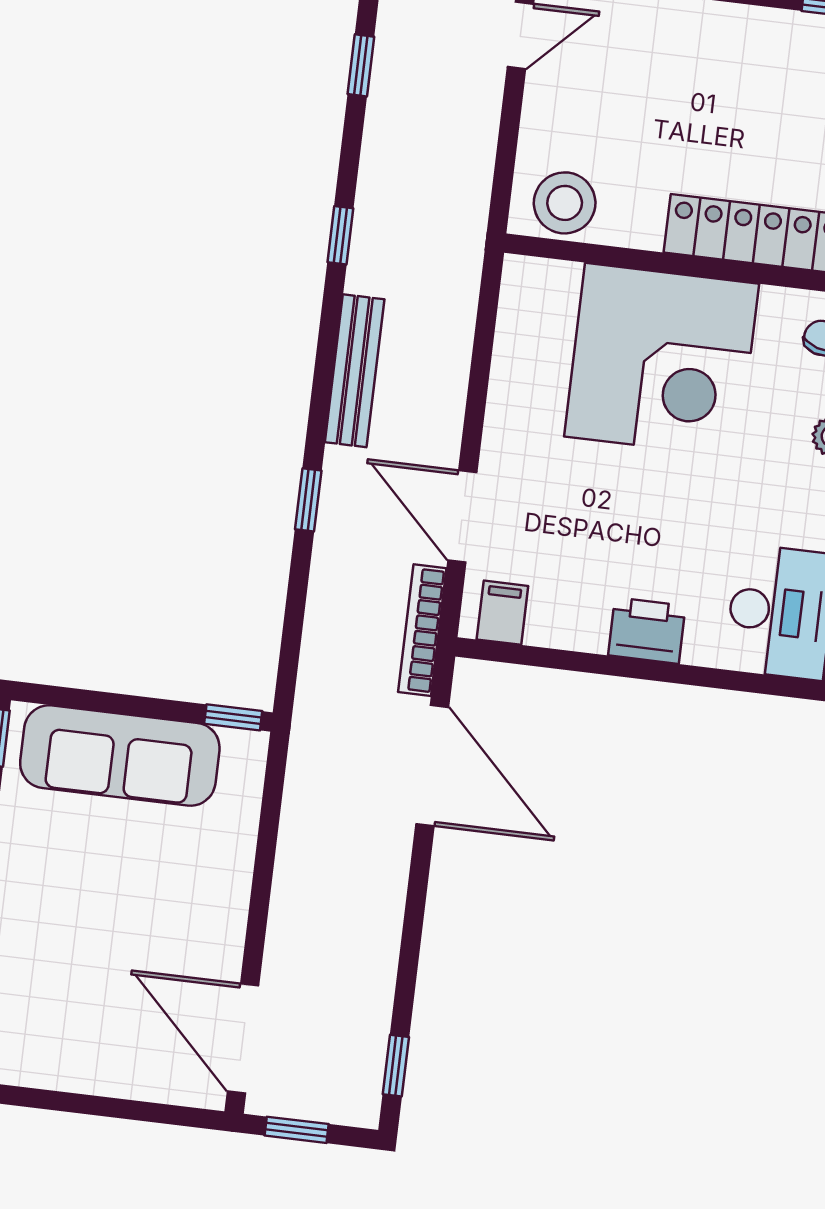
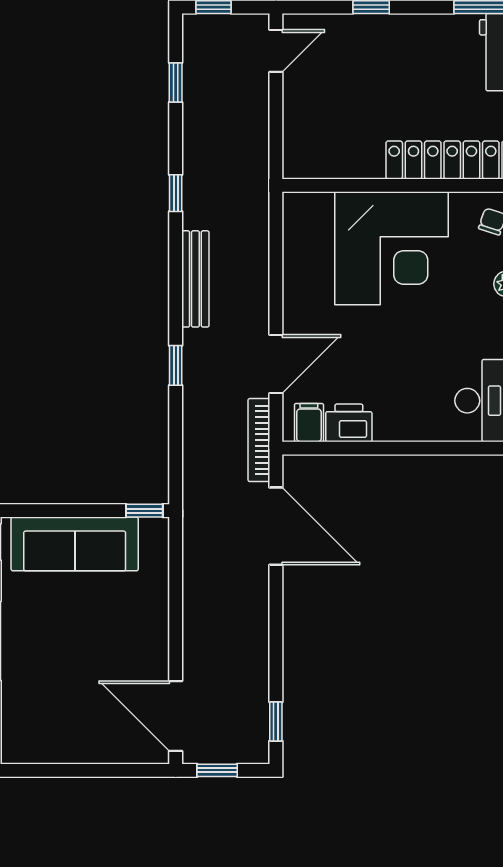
stool: (565, 203) -> (317, 155), removed
door: (462, 516) -> (276, 364), swing flipped
printer: (647, 631) -> (349, 423), moved

